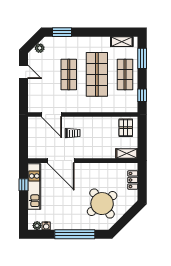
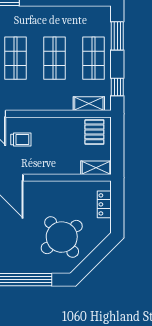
shelving: (122, 42) -> (89, 104), moved
shop shelf: (97, 74) -> (54, 58), width x0.70, depth x0.74

